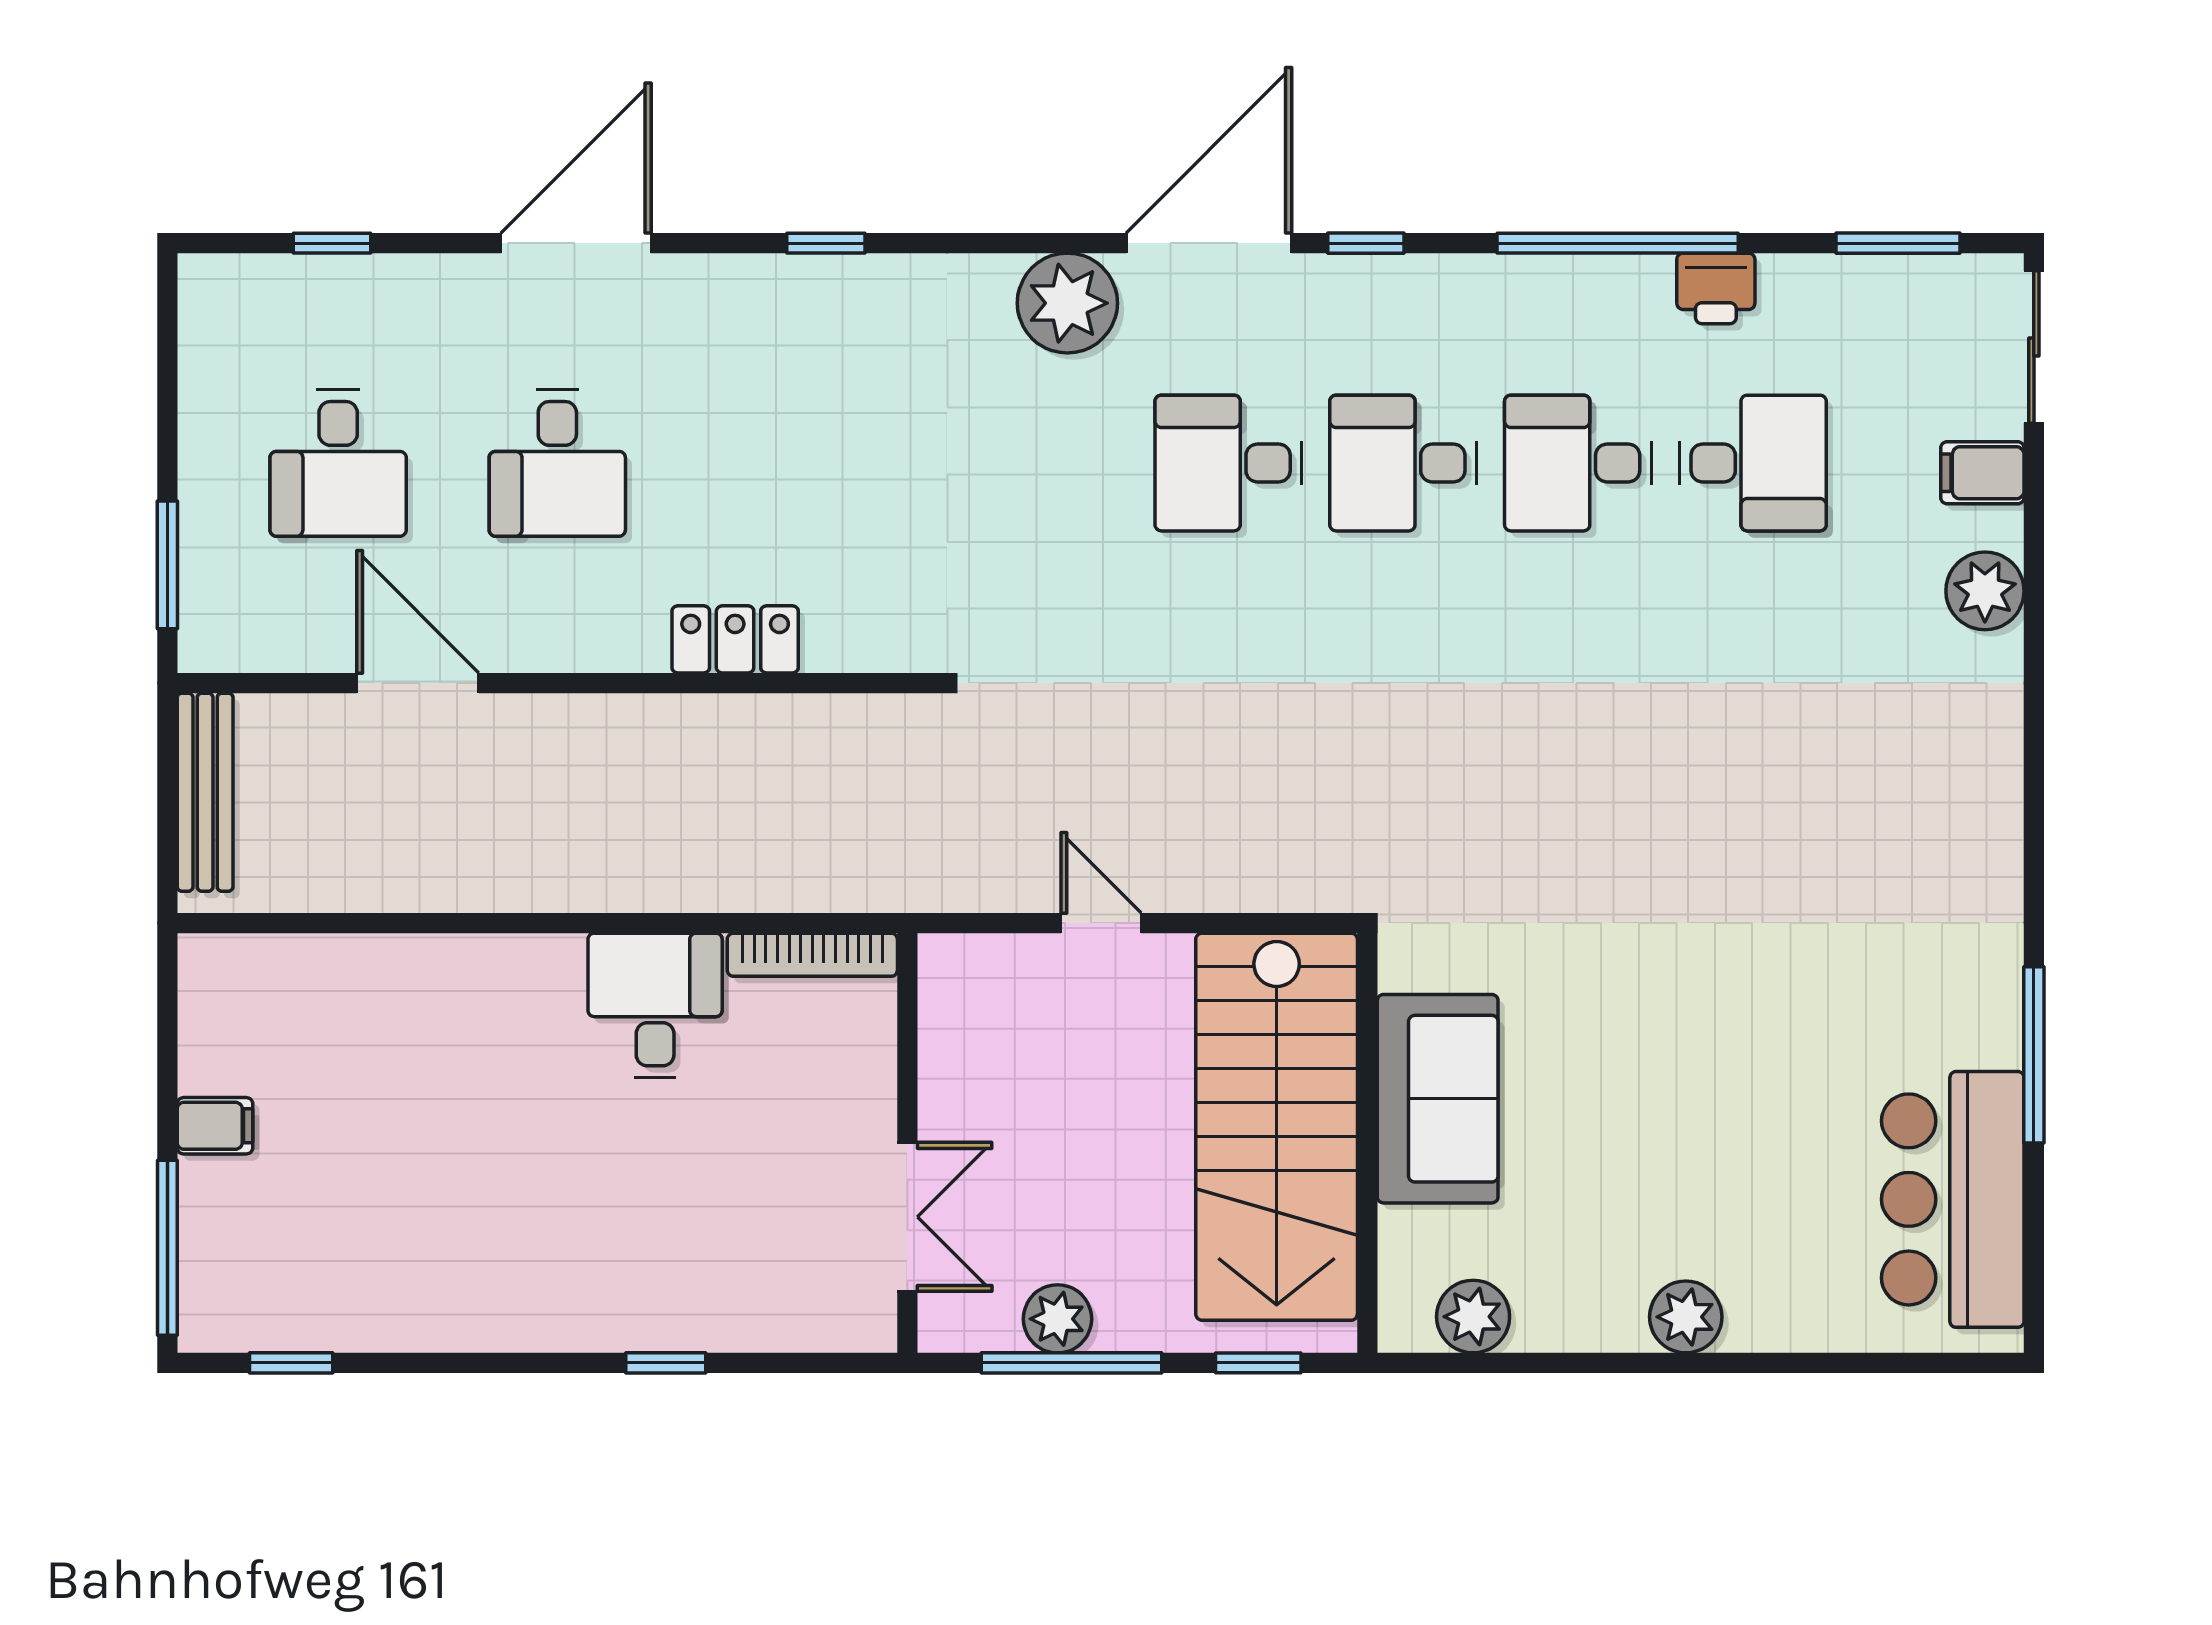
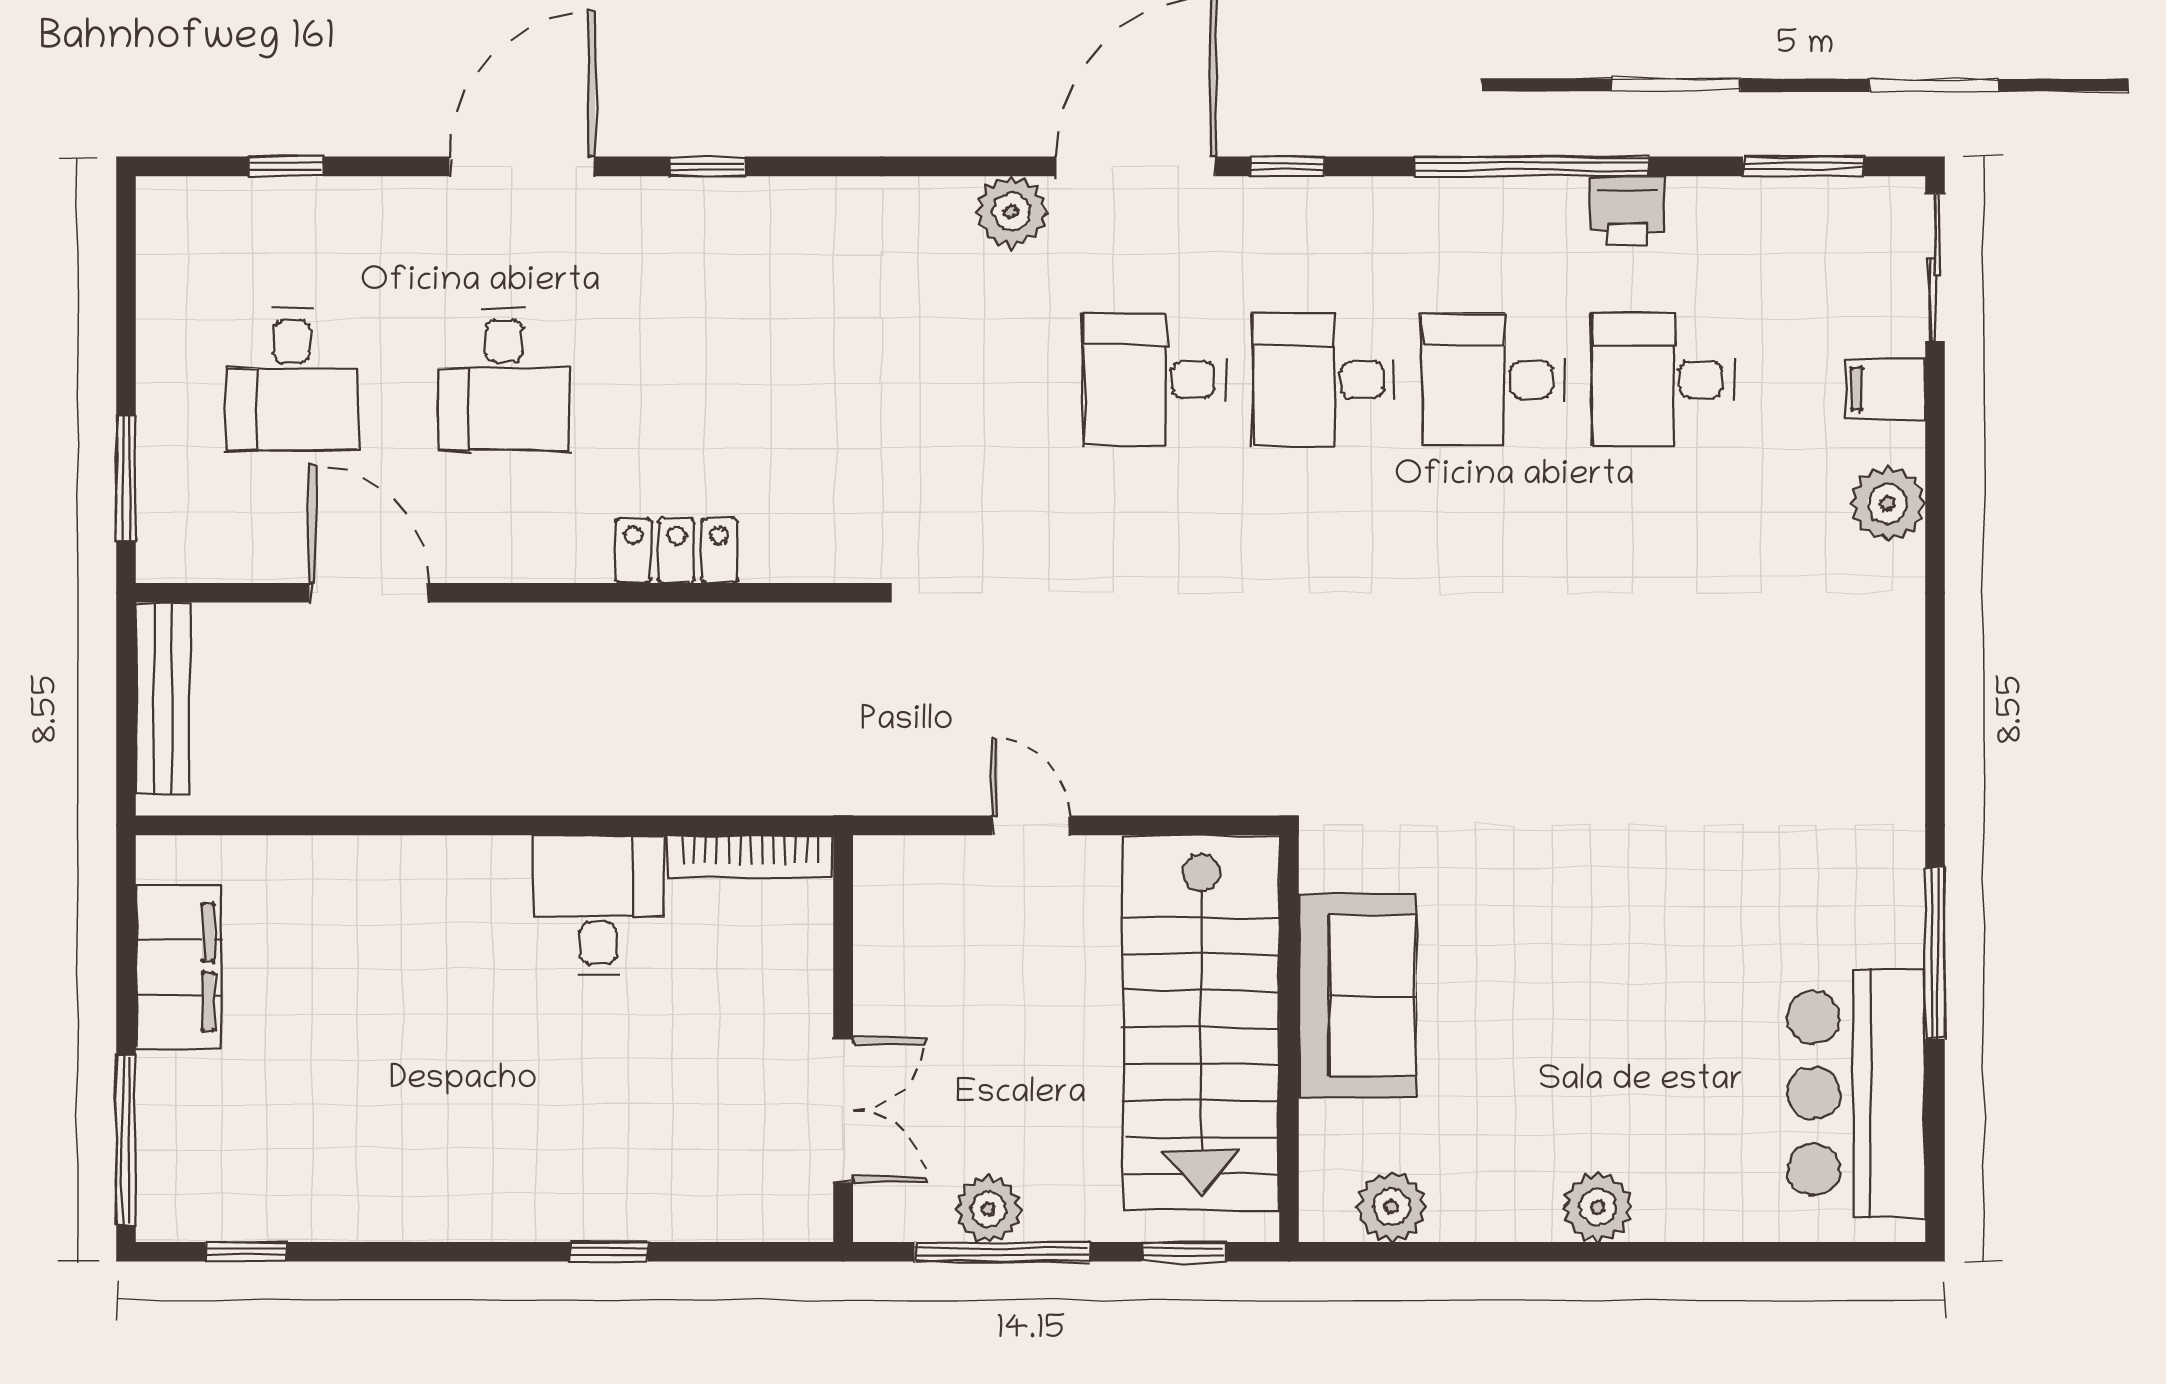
window: (826, 243) -> (707, 166), moved
plant: (1067, 303) -> (1011, 212), width x0.73, depth x0.73
desk: (1753, 463) -> (1663, 380), turned 180
filing cabinet: (215, 1126) -> (178, 967), width x3.00, depth x1.17

